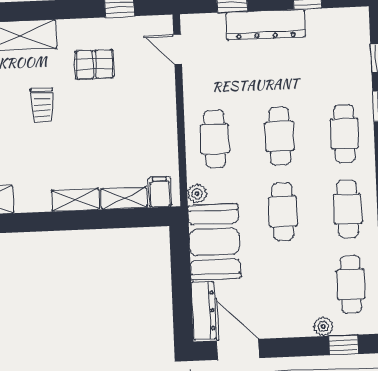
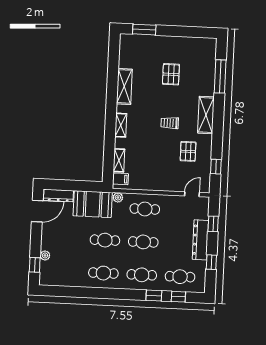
shelving: (75, 200) -> (121, 125), moved
cafe table: (351, 284) -> (180, 277), moved

